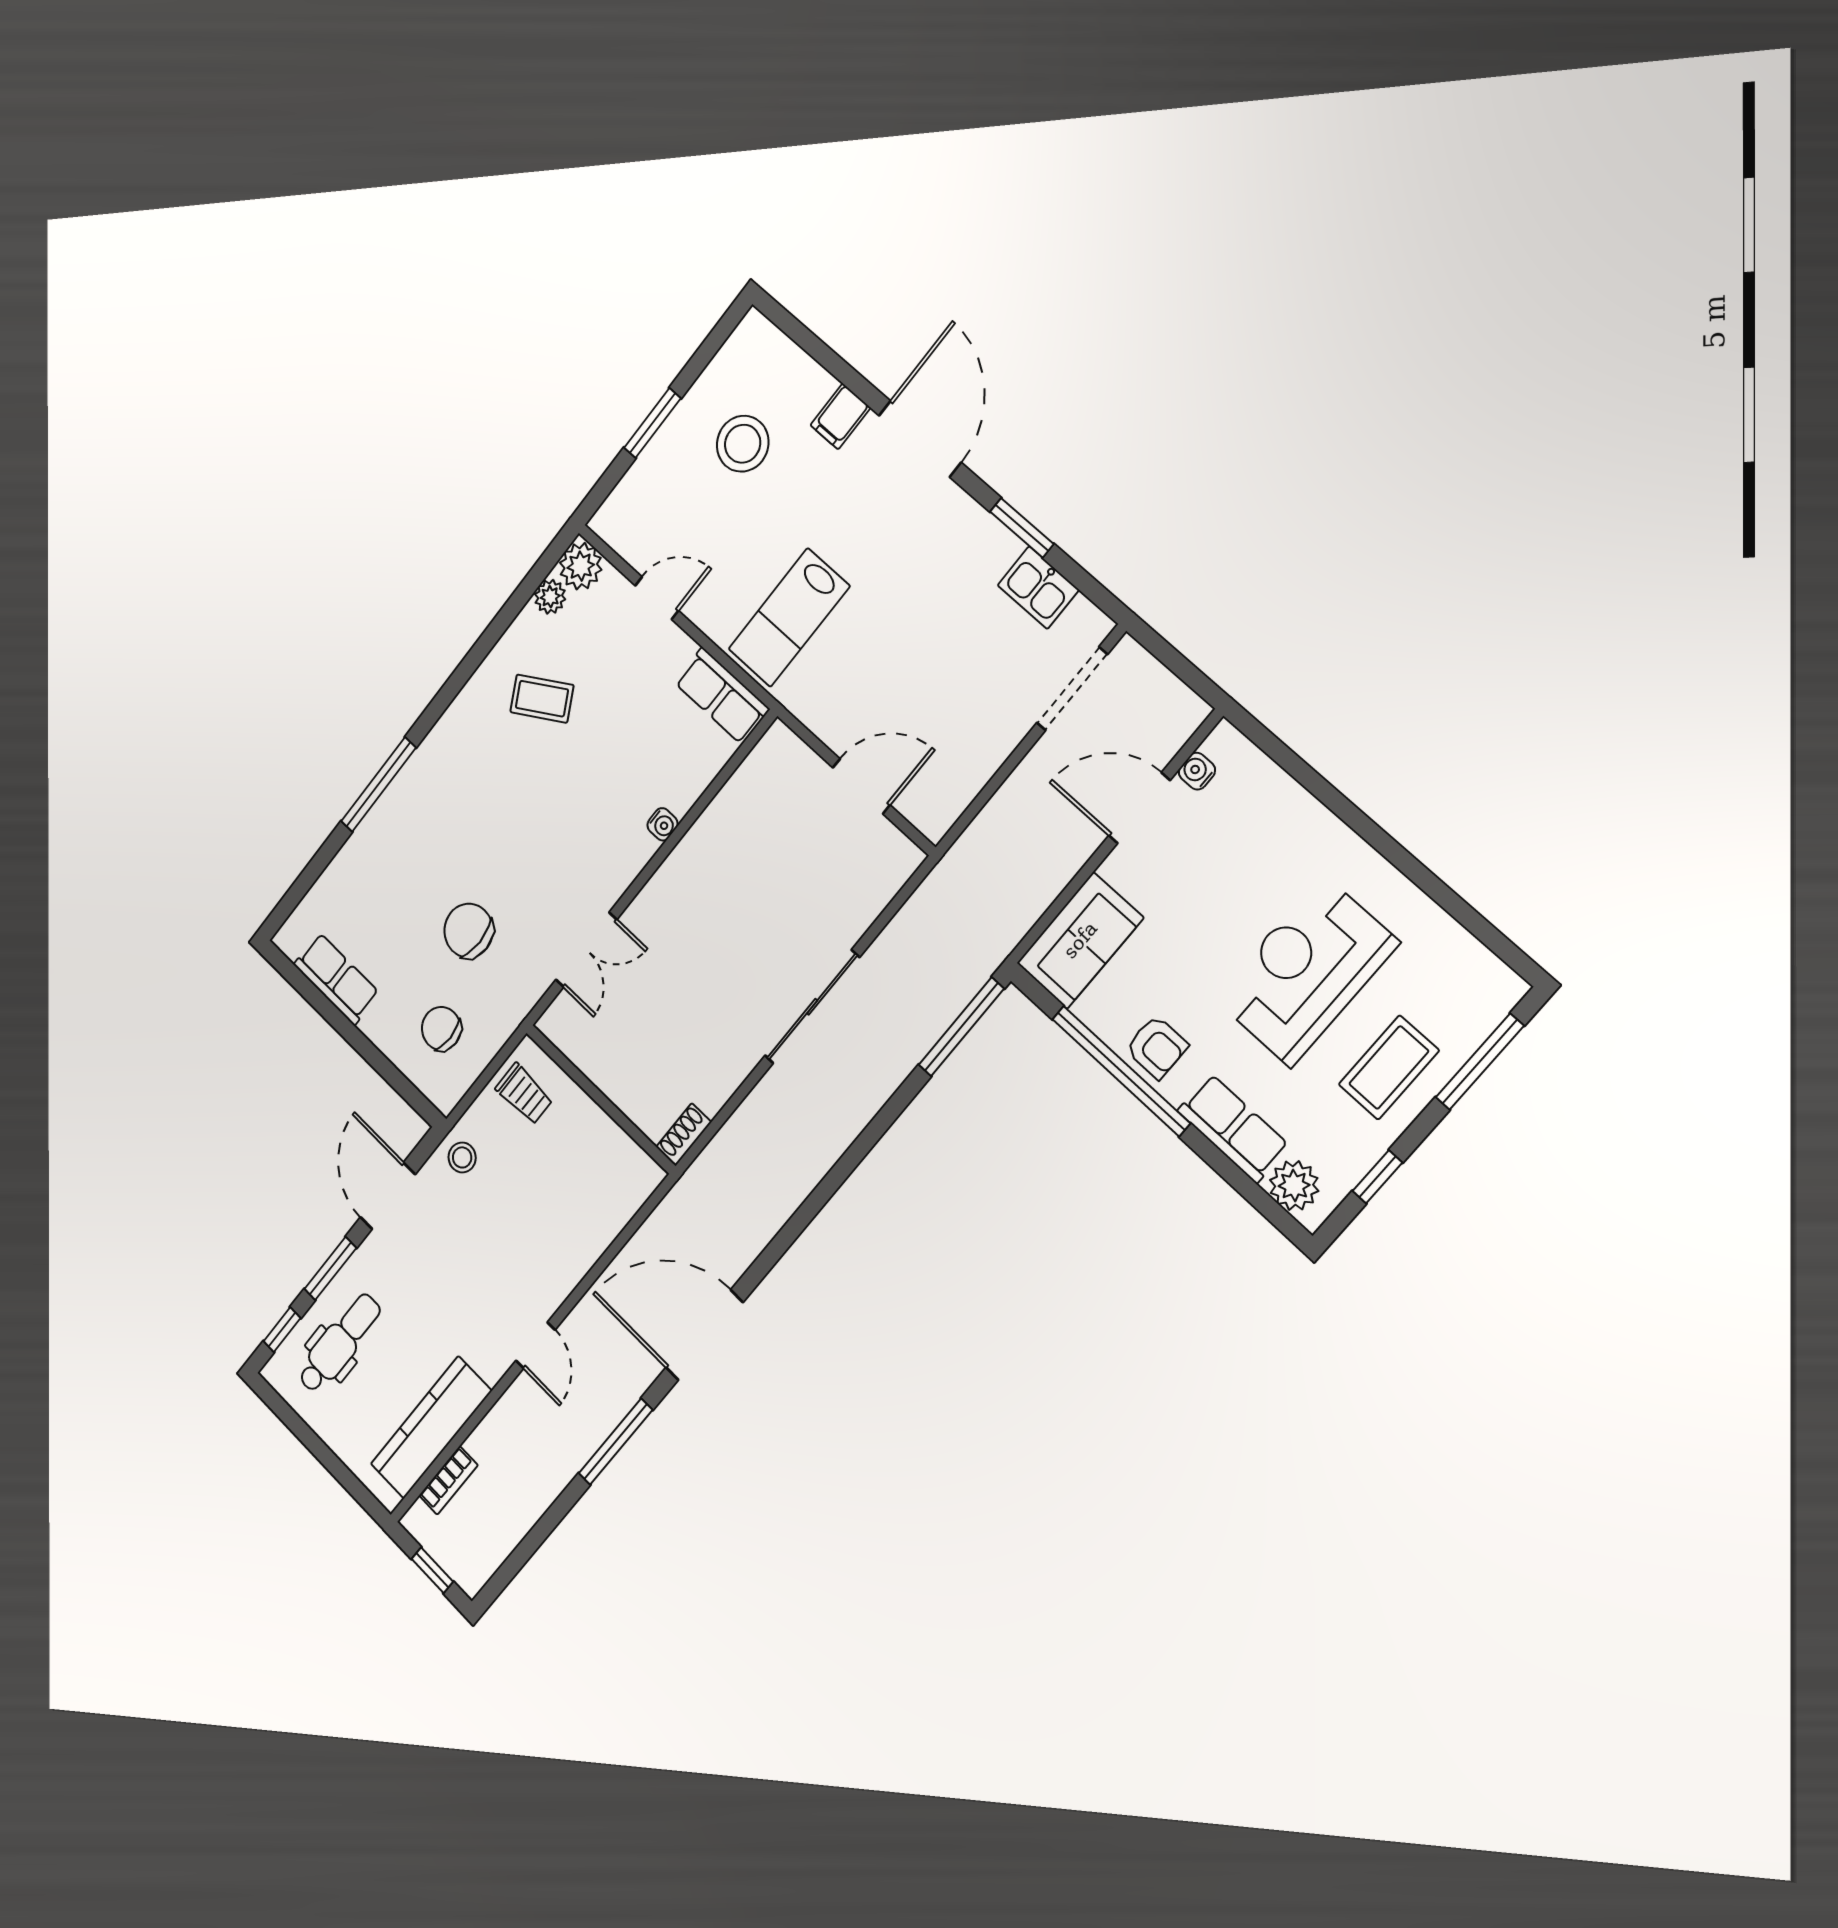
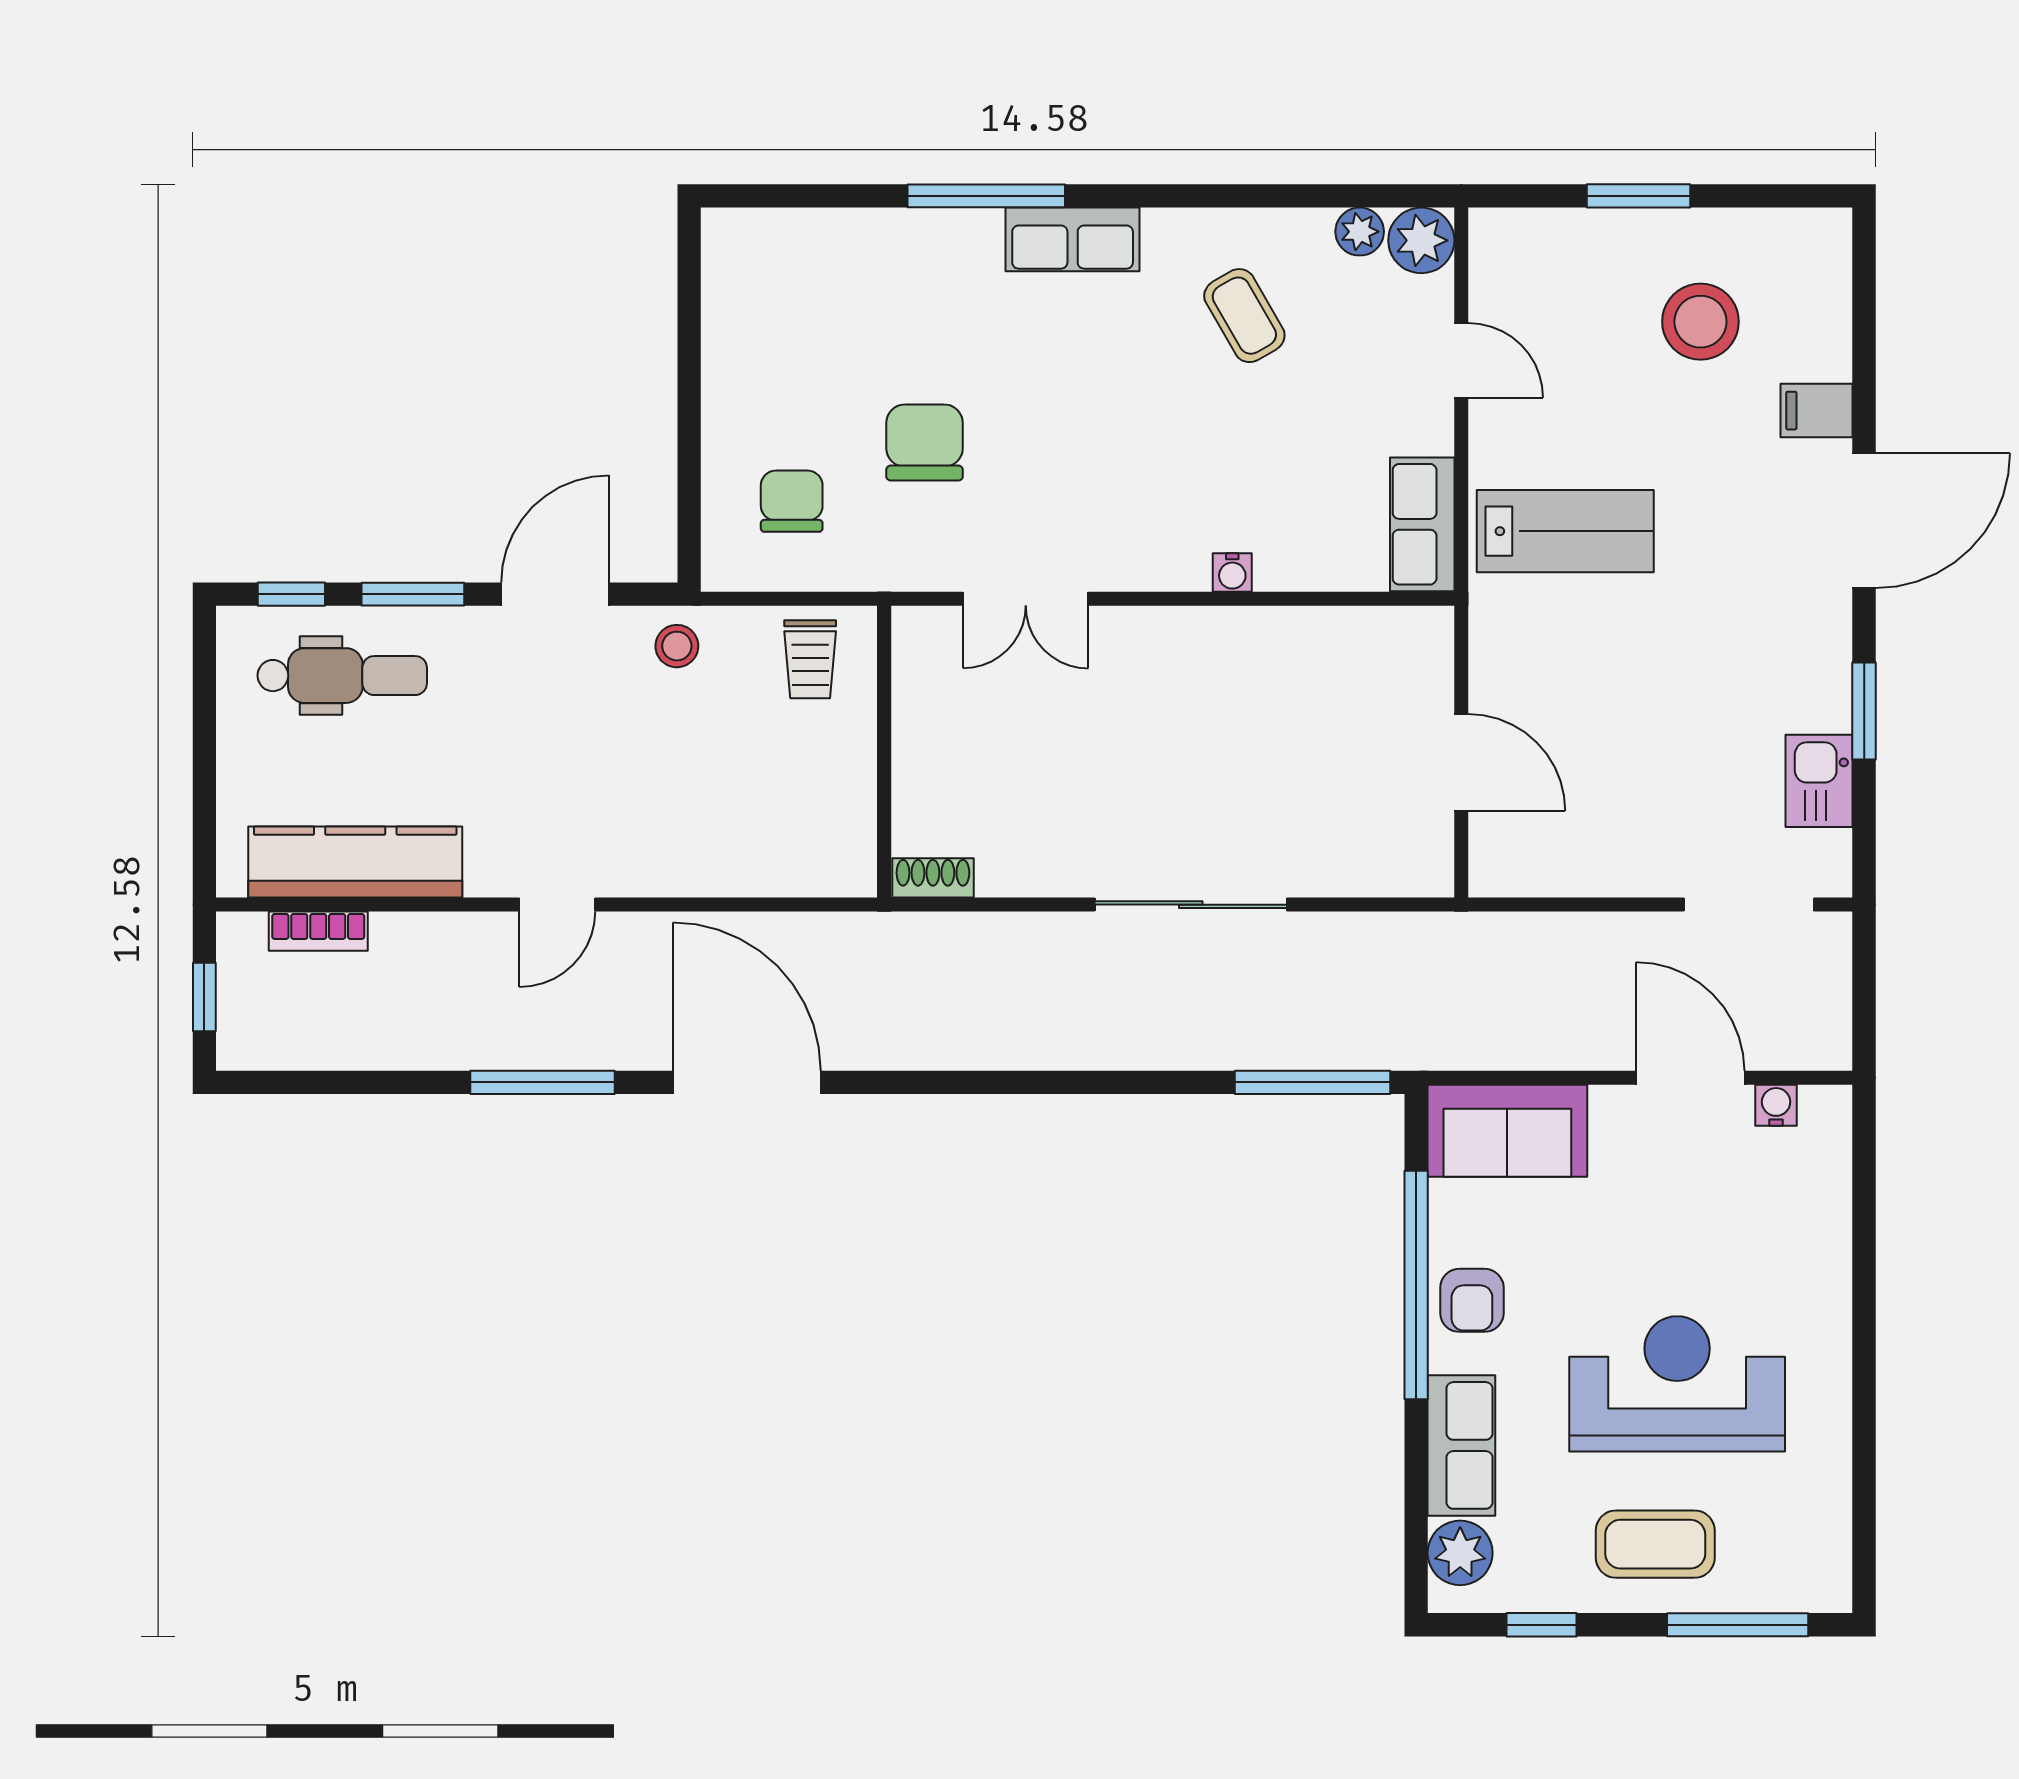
lab bench: (789, 618) -> (1565, 531), turned 180
row of seats: (336, 979) -> (1073, 239), moved, turned 90

